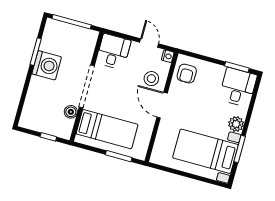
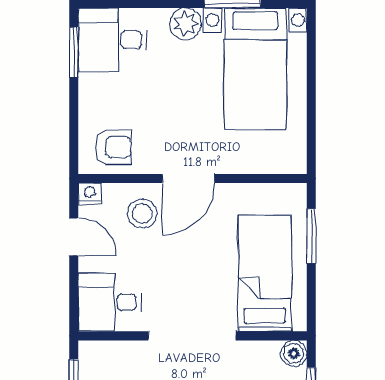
door: (149, 43) -> (74, 237), swing flipped
boiler: (71, 112) -> (294, 353), moved

